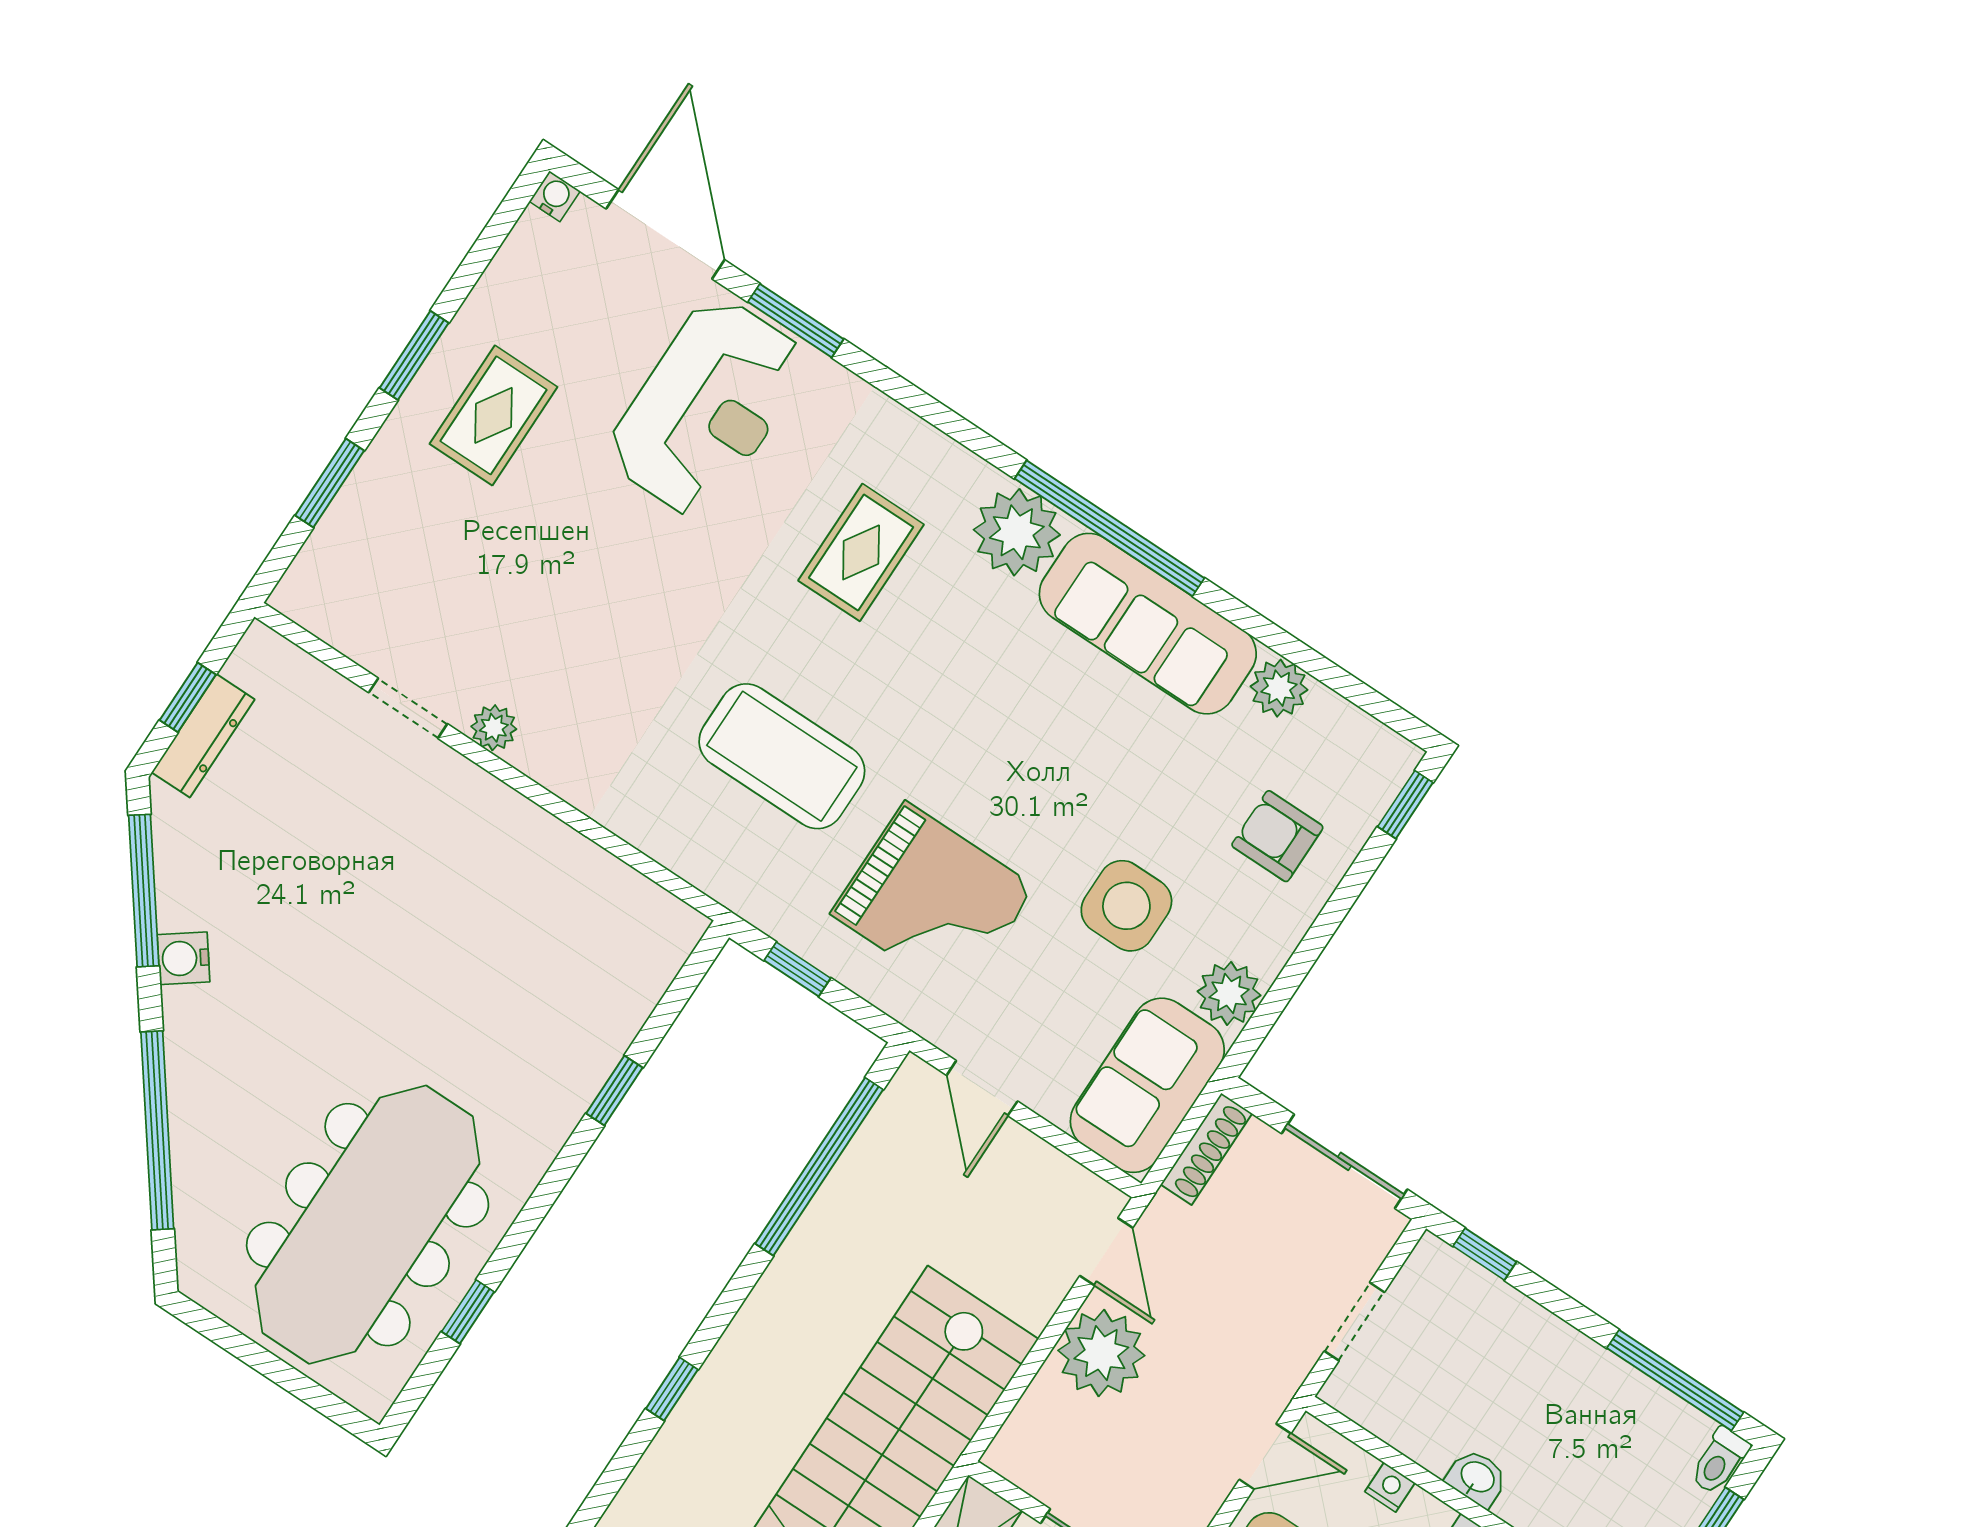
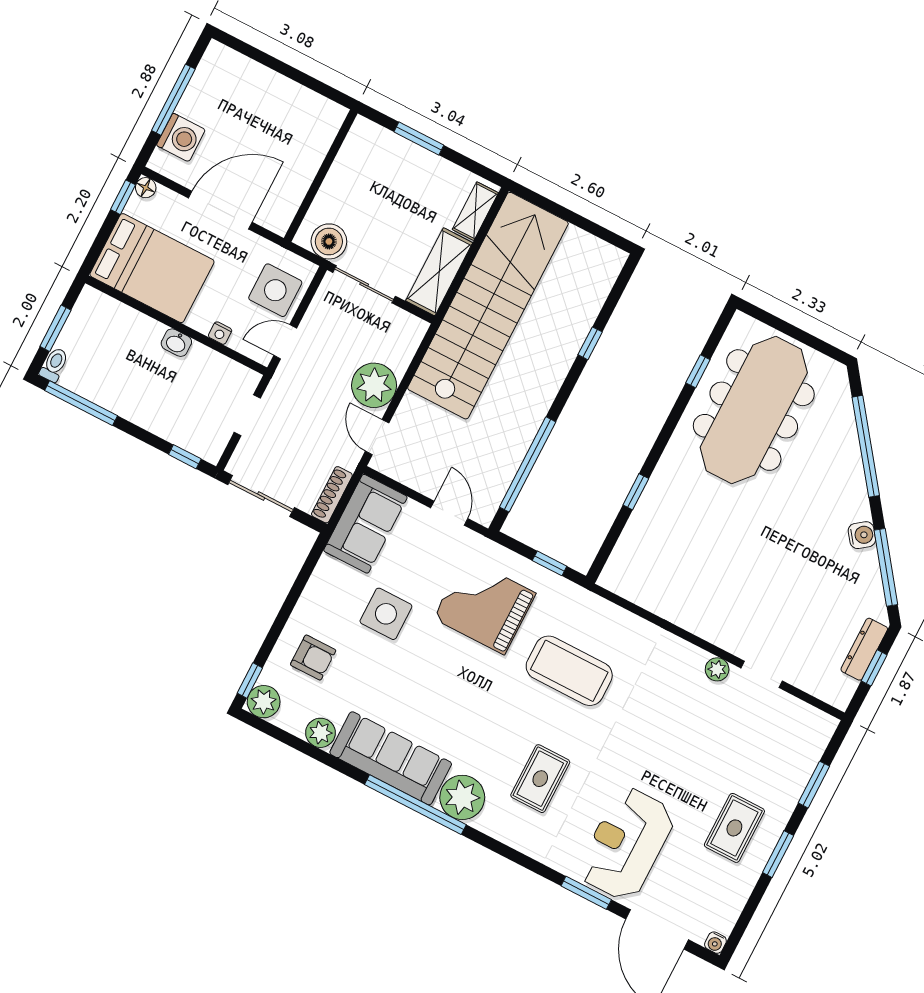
plant: (1229, 993) -> (264, 702), moved

